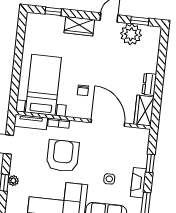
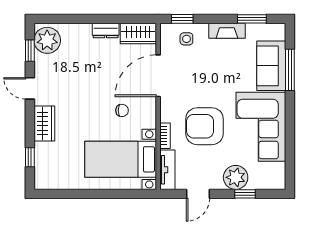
plant: (131, 34) -> (47, 40), moved
window: (150, 163) -> (182, 19), moved
side table: (109, 179) -> (186, 39), moved
plant: (13, 181) -> (236, 177), width x1.87, depth x1.87

